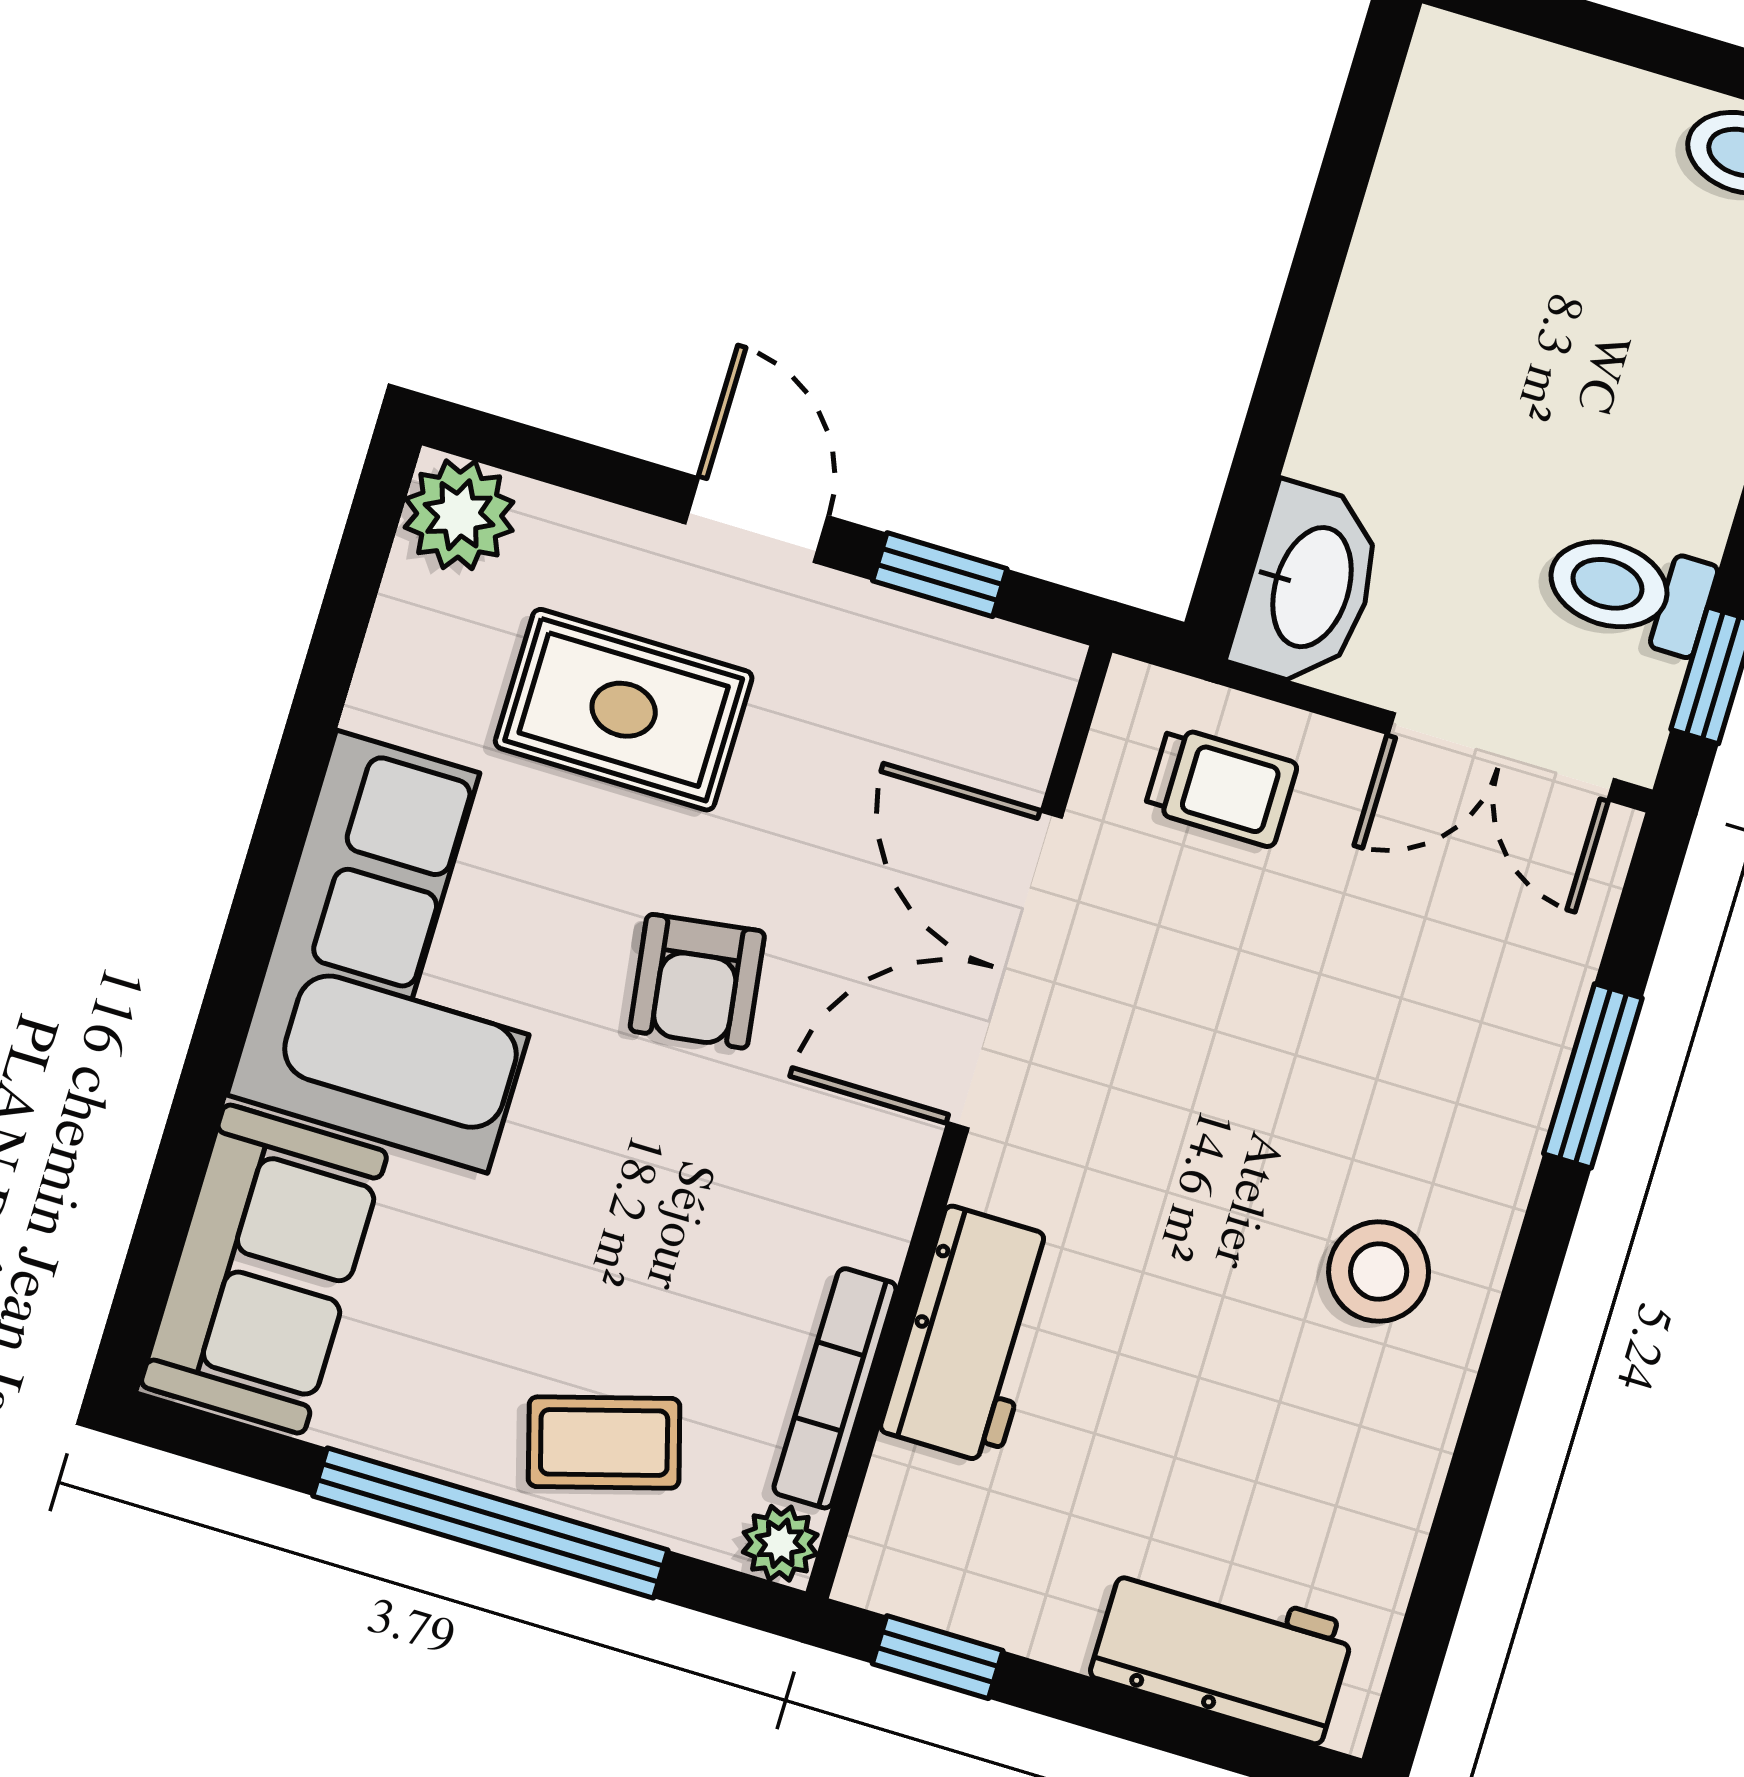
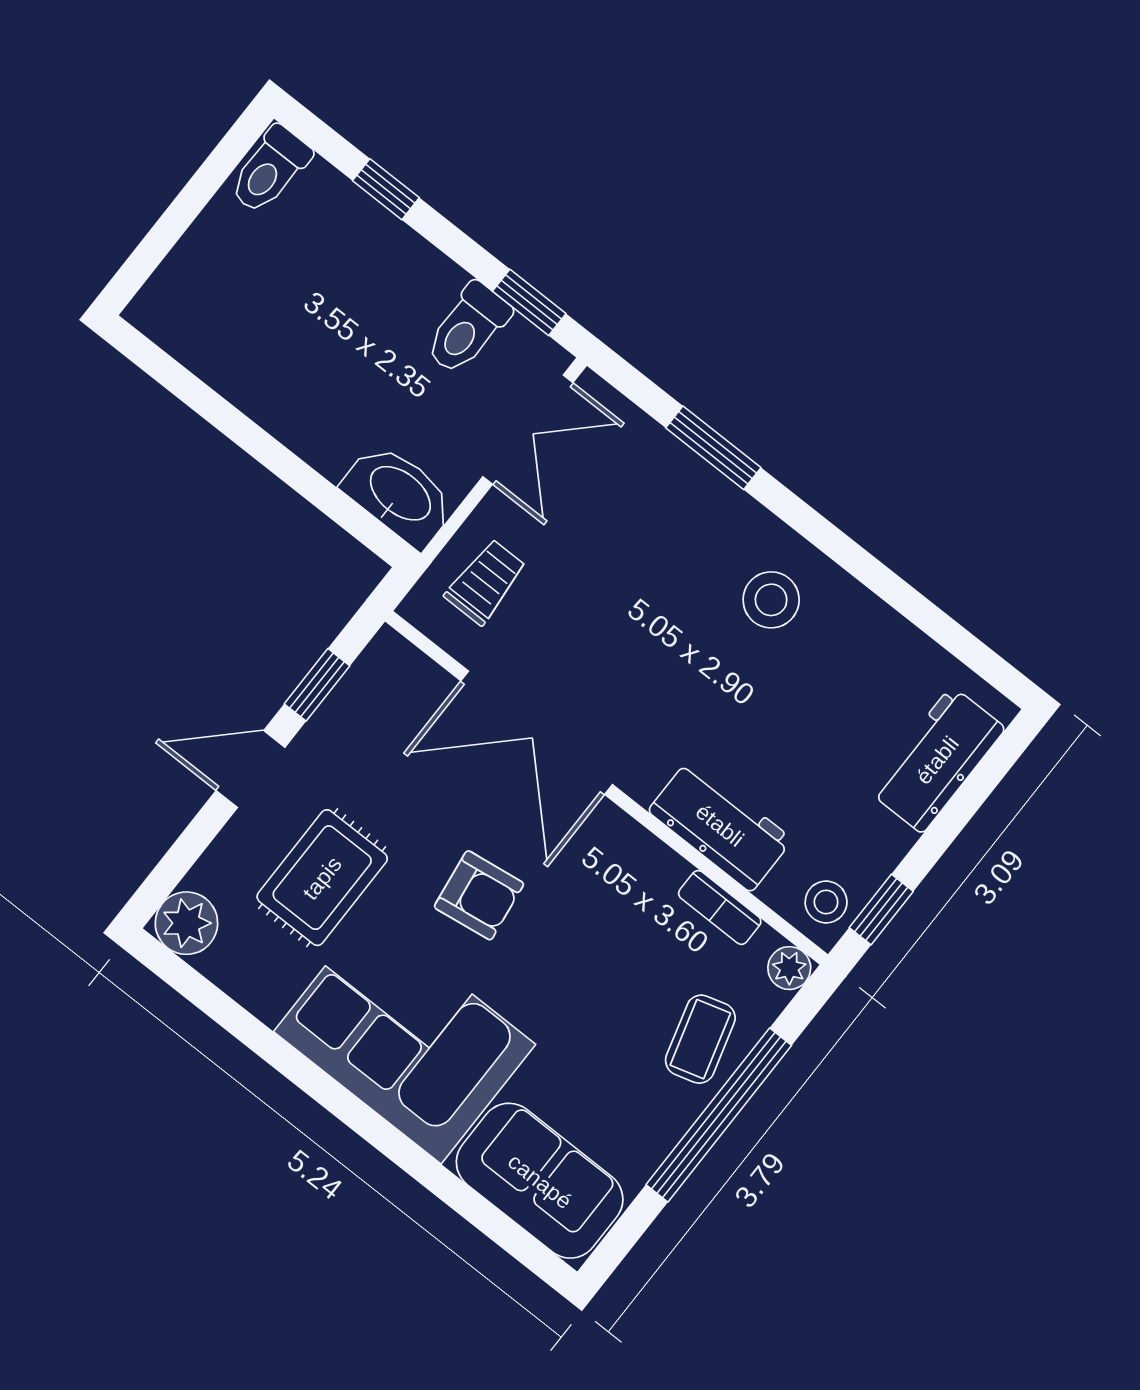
bookcase: (835, 1388) -> (720, 907), width x0.64
stool: (914, 1561) -> (826, 902), added

